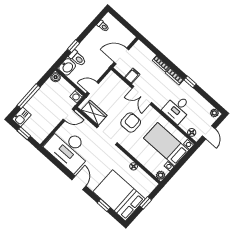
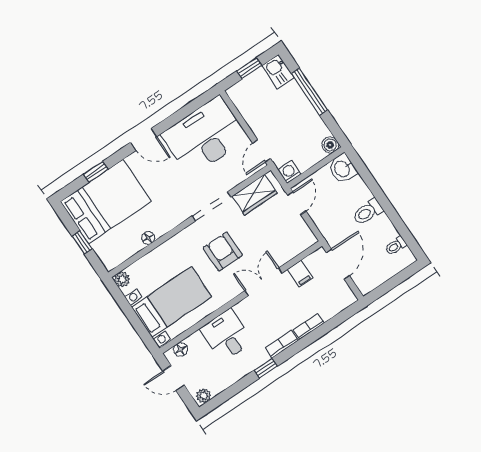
window: (74, 46) -> (375, 188), removed
toilet: (77, 58) -> (368, 212), moved
armchair: (131, 123) -> (223, 251), turned 180

